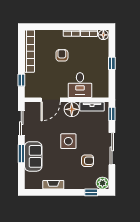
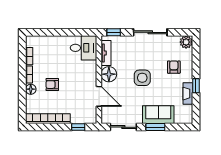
floor lamp: (103, 35) -> (31, 89), moved
window: (112, 63) -> (61, 32), removed
desk: (80, 85) -> (83, 48), moved
armchair: (88, 161) -> (174, 67), moved
window: (91, 192) -> (196, 86), moved

